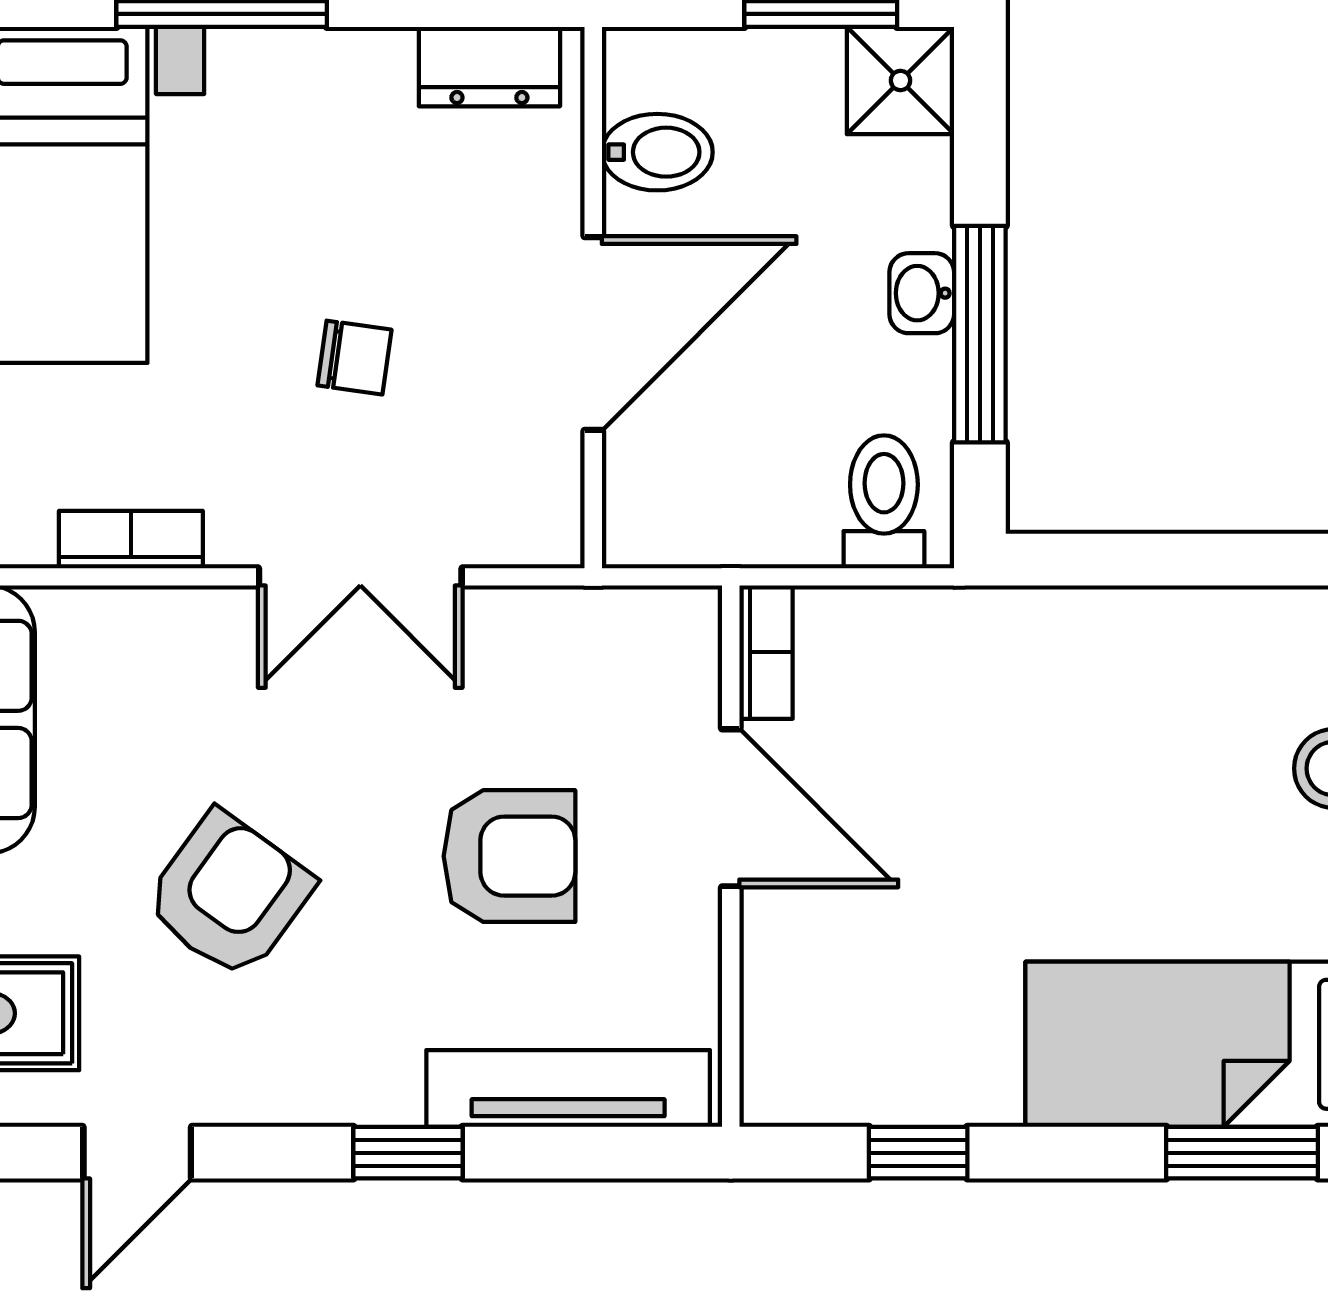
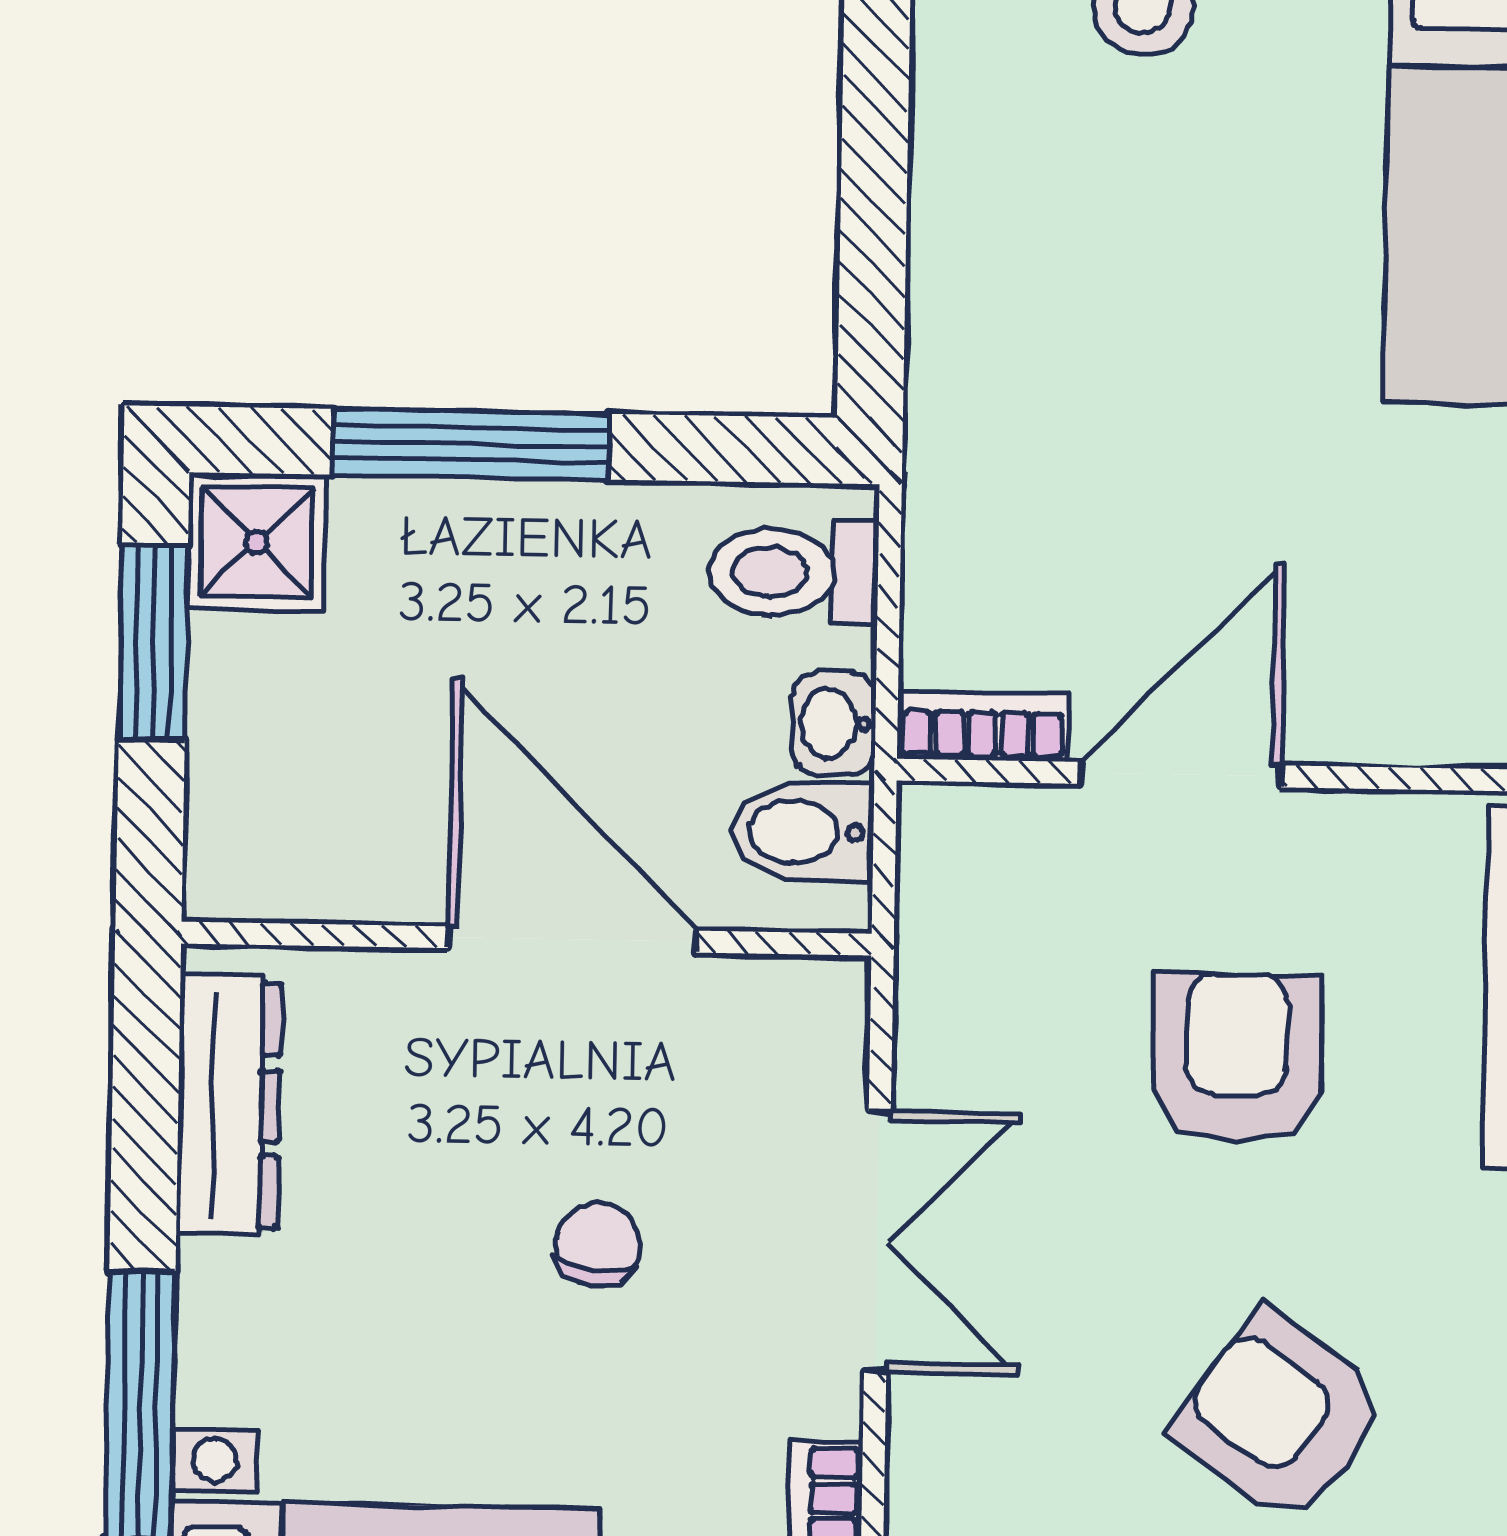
dresser: (489, 67) -> (229, 1105), width x1.44
bidet: (657, 152) -> (803, 832), moved, turned -90
washbasin: (922, 293) -> (834, 724), moved, turned 90
window: (980, 334) -> (471, 444), moved

